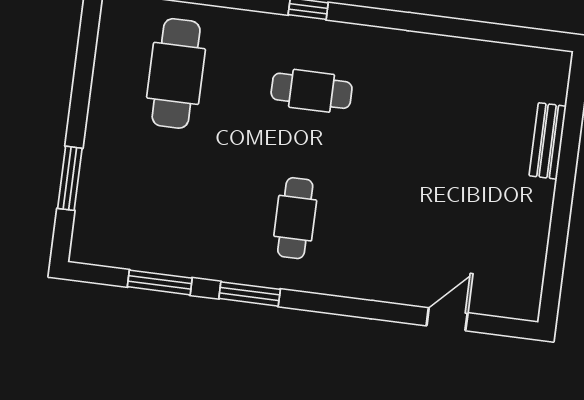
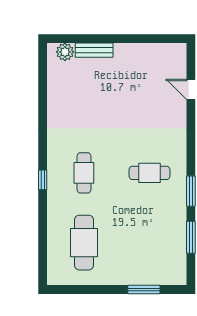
cafe table: (176, 73) -> (84, 243), turned 90
plant: (551, 84) -> (65, 52), added

